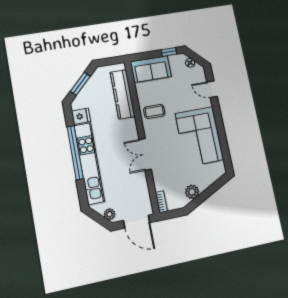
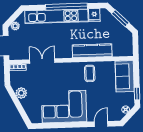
kitchen counter: (123, 94) -> (92, 51), moved
double door: (145, 154) -> (42, 61), moved

